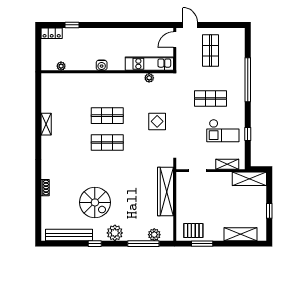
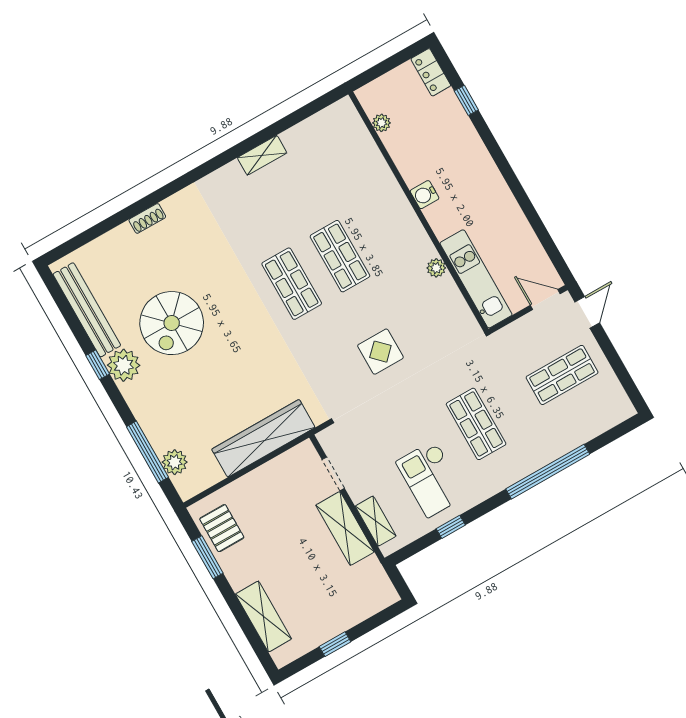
plant: (149, 78) -> (436, 268), moved
shelving: (249, 179) -> (345, 528), moved
plant: (115, 233) -> (124, 365), moved

